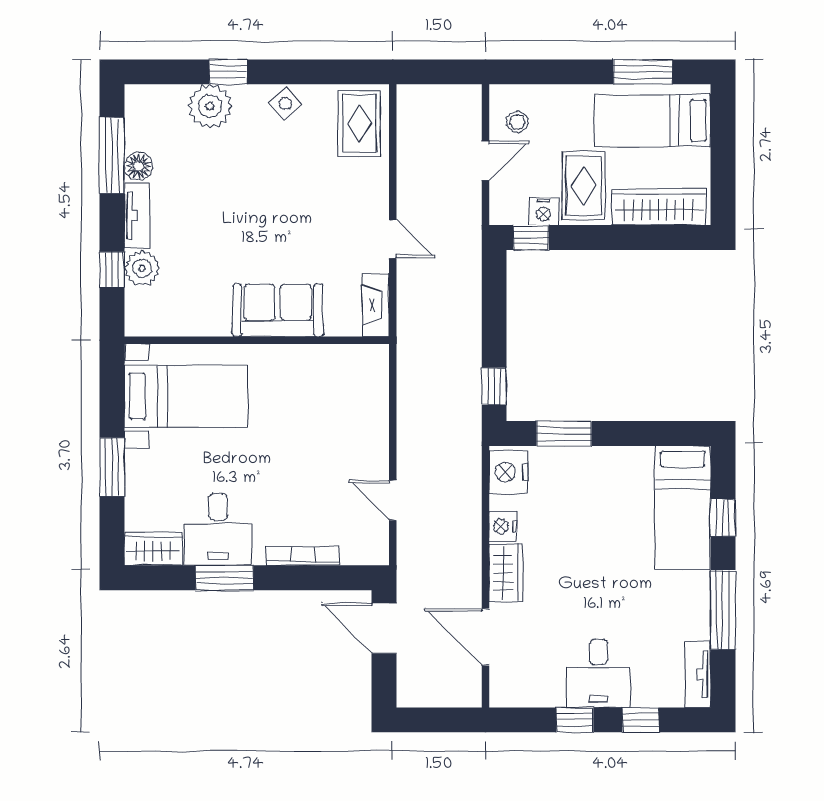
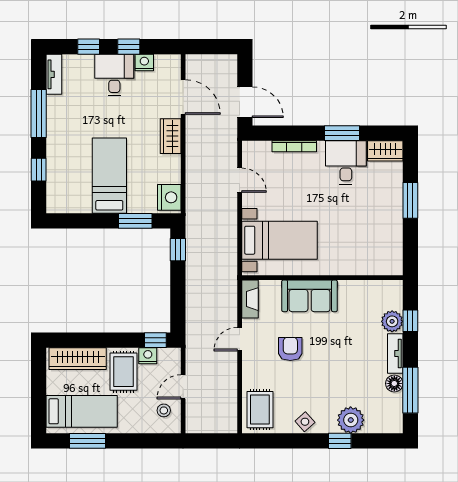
armchair: (309, 223) -> (290, 349), added
door: (393, 239) -> (240, 339), hinge flipped
bed with nightstands: (186, 396) -> (279, 240), moved, turned 180
bed: (683, 508) -> (109, 176), moved
nightstand: (503, 526) -> (144, 62), moved, turned -90

